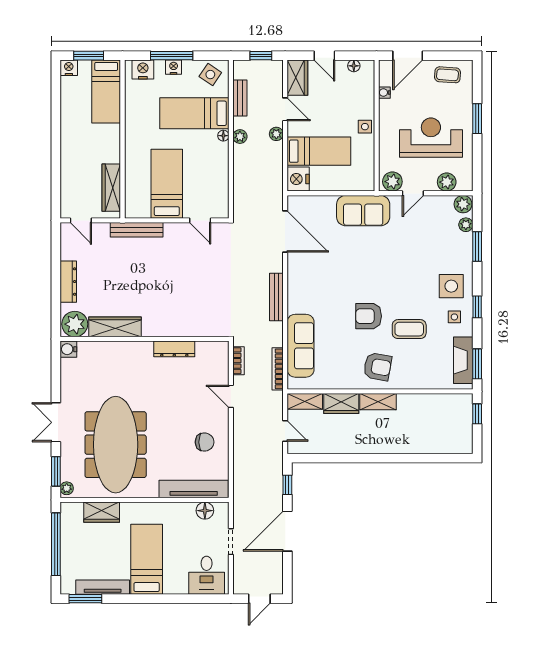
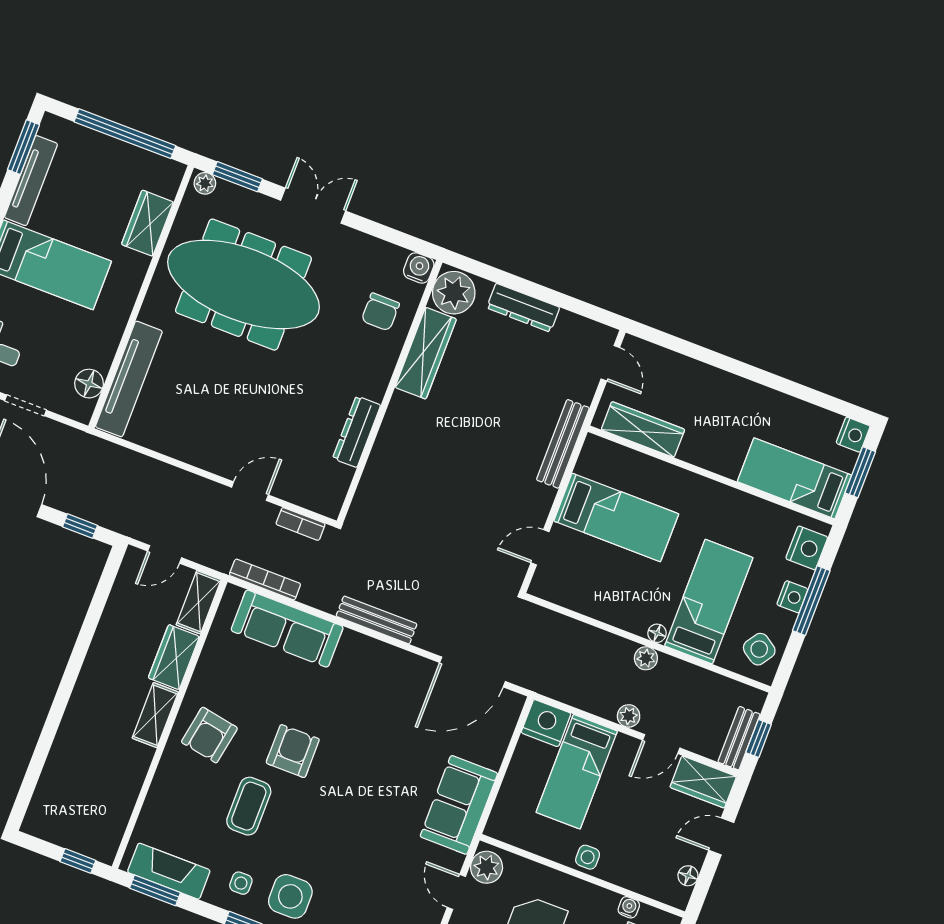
bench: (240, 98) -> (739, 738), moved, turned 90
door: (81, 220) -> (610, 363), swing flipped
chair: (205, 442) -> (380, 312), moved

